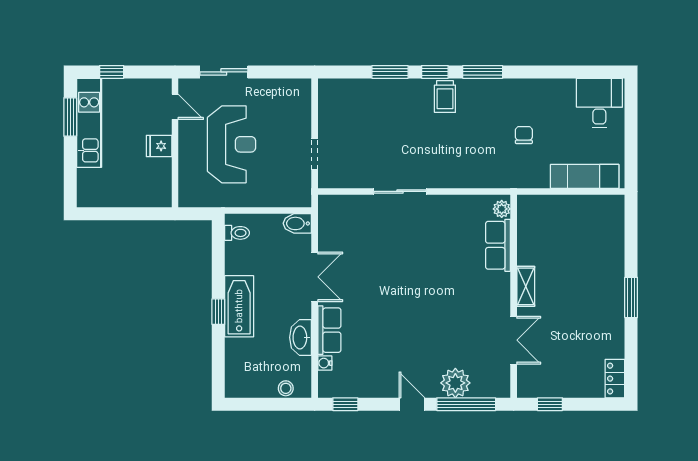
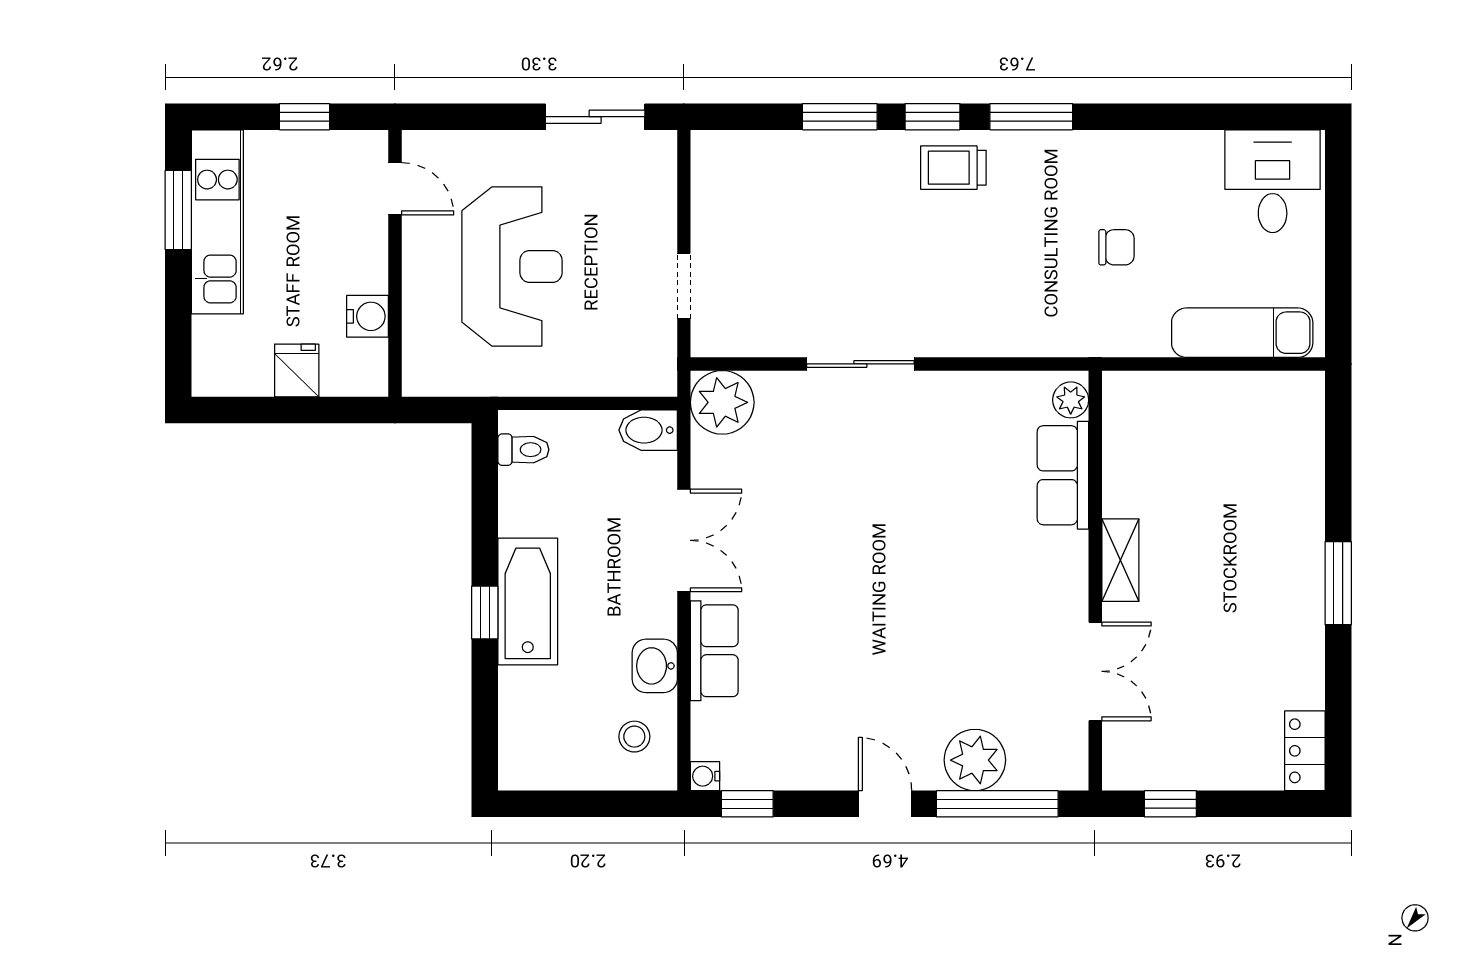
window: (112, 72) -> (305, 117), moved
sliding door: (224, 72) -> (595, 117), moved
trolley: (445, 97) -> (953, 168), turned 90
chair: (524, 135) -> (1116, 247), turned 90
fridge: (159, 146) -> (297, 370), moved, turned 90
water cooler: (162, 168) -> (368, 316), added
plant: (333, 210) -> (722, 402), added
washbasin: (301, 337) -> (655, 666), width x0.72
water cooler: (325, 363) -> (705, 776), moved
stool: (286, 388) -> (634, 737), moved

